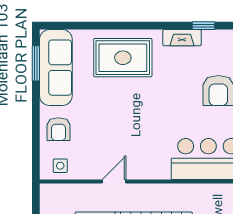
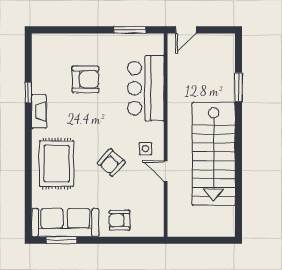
armchair: (124, 120) -> (111, 163), added
armchair: (58, 129) -> (119, 220), turned 180
side table: (60, 166) -> (145, 149), moved

